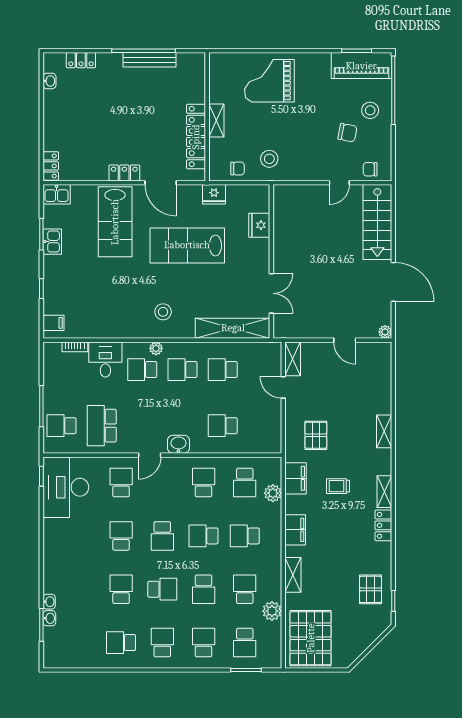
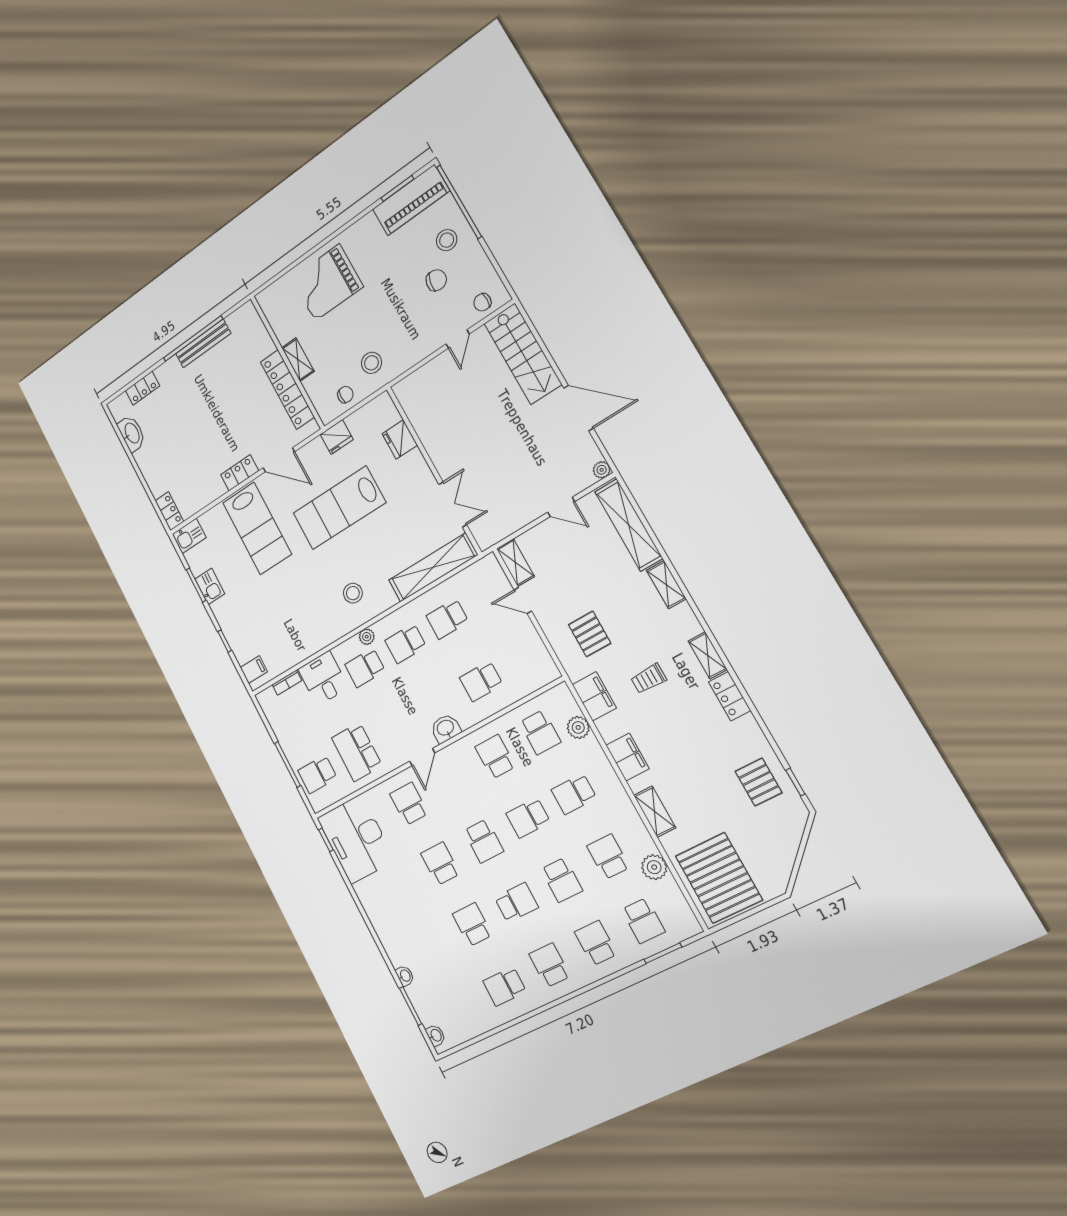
washbasin: (49, 81) -> (132, 433), width x1.91, depth x1.45
shelving: (382, 379) -> (629, 525), added
washbasin: (49, 618) -> (436, 1035), moved

